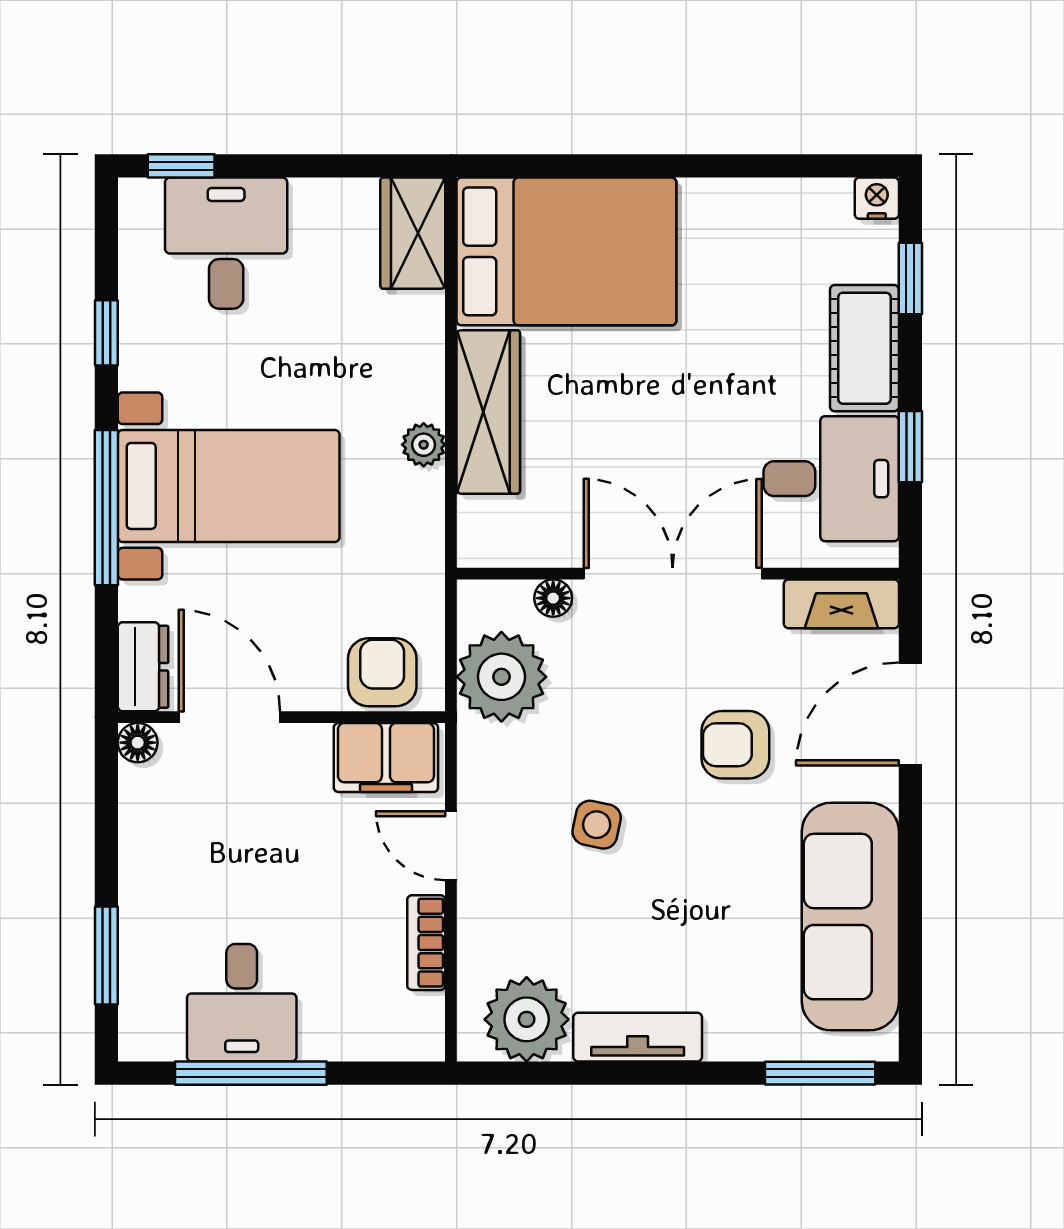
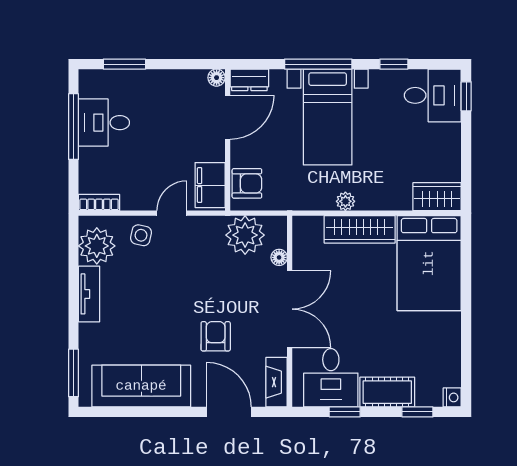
desk: (226, 243) -> (433, 95), moved
side table: (597, 825) -> (141, 235), moved
bookcase: (426, 943) -> (99, 202), moved

